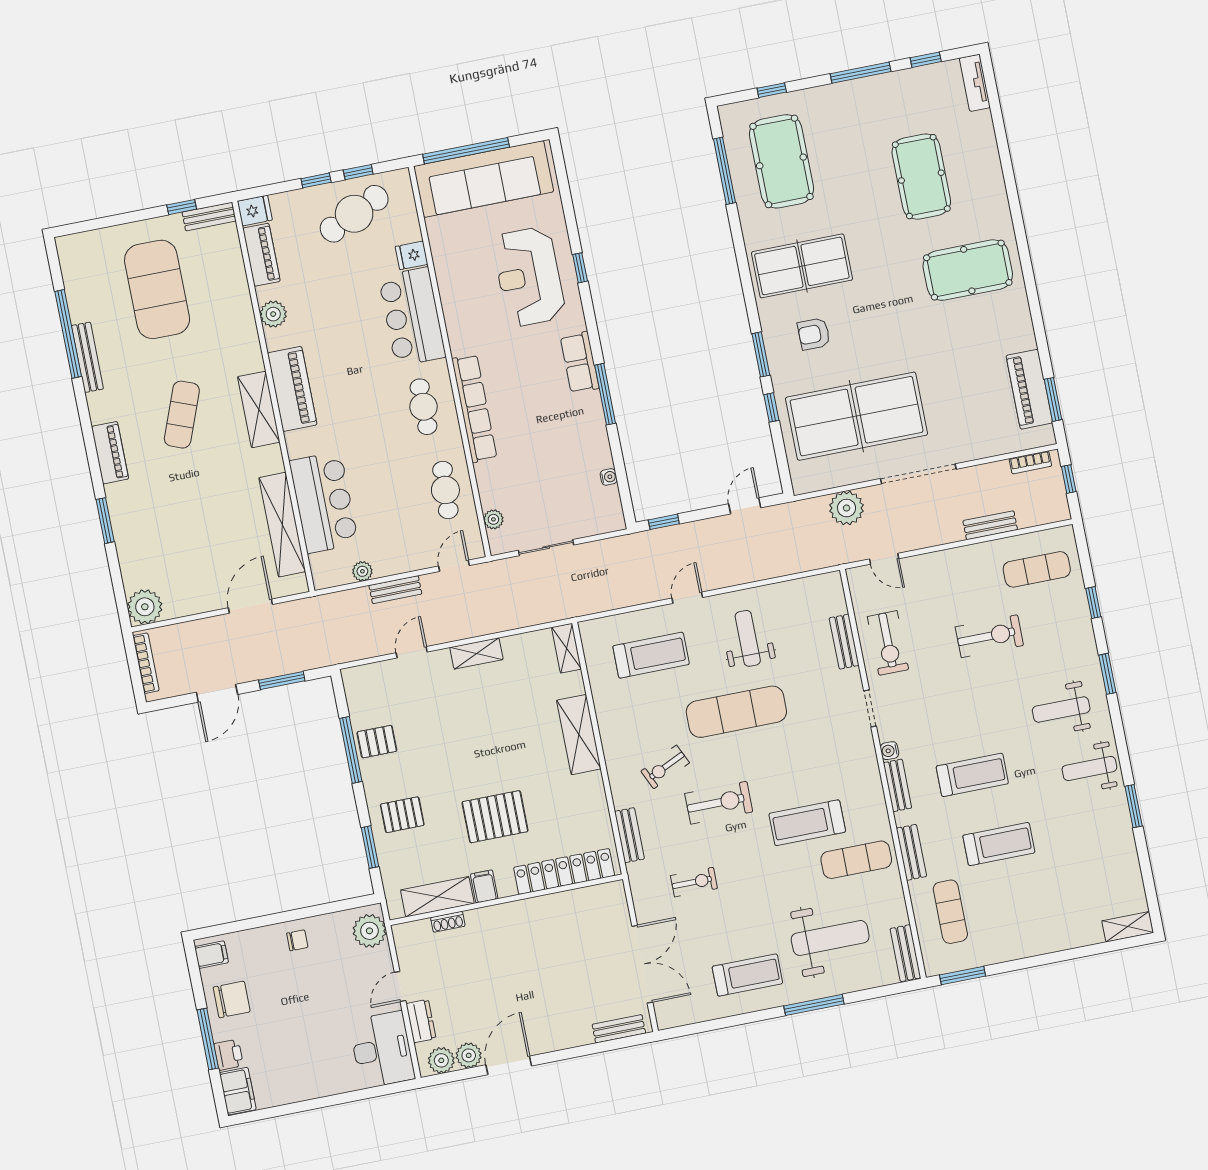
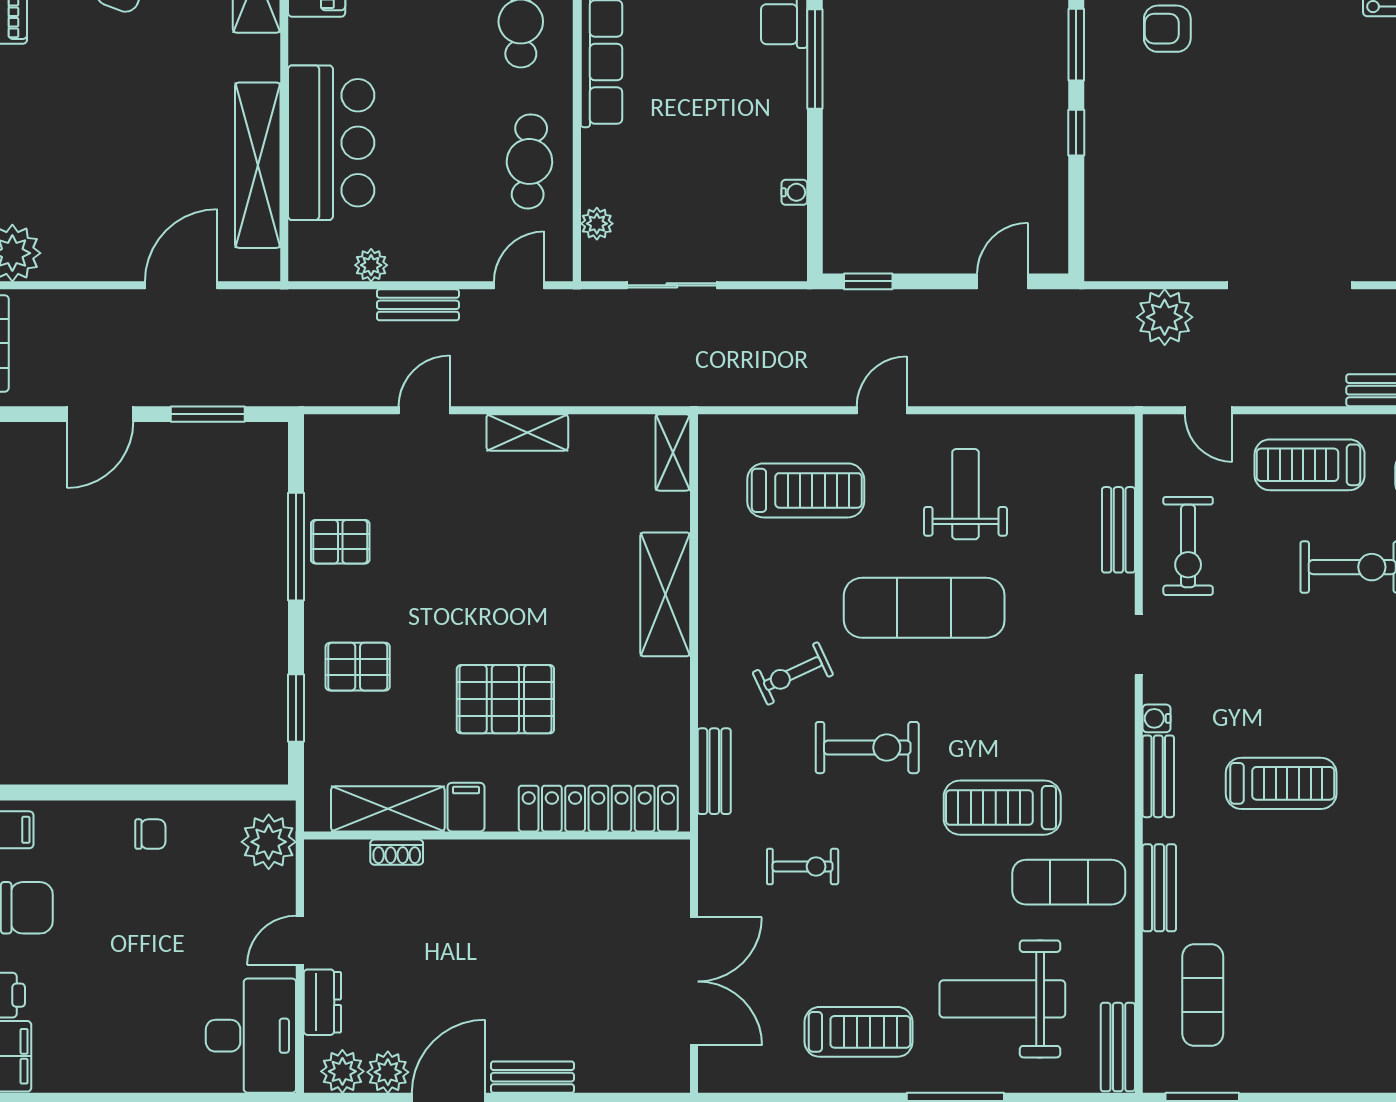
table tennis table: (857, 416) -> (1210, 174), removed
treadmill: (999, 844) -> (1310, 465), moved, turned 180
weight bench: (830, 938) -> (1002, 999), turned 180
bench: (619, 1029) -> (532, 1077), moved

